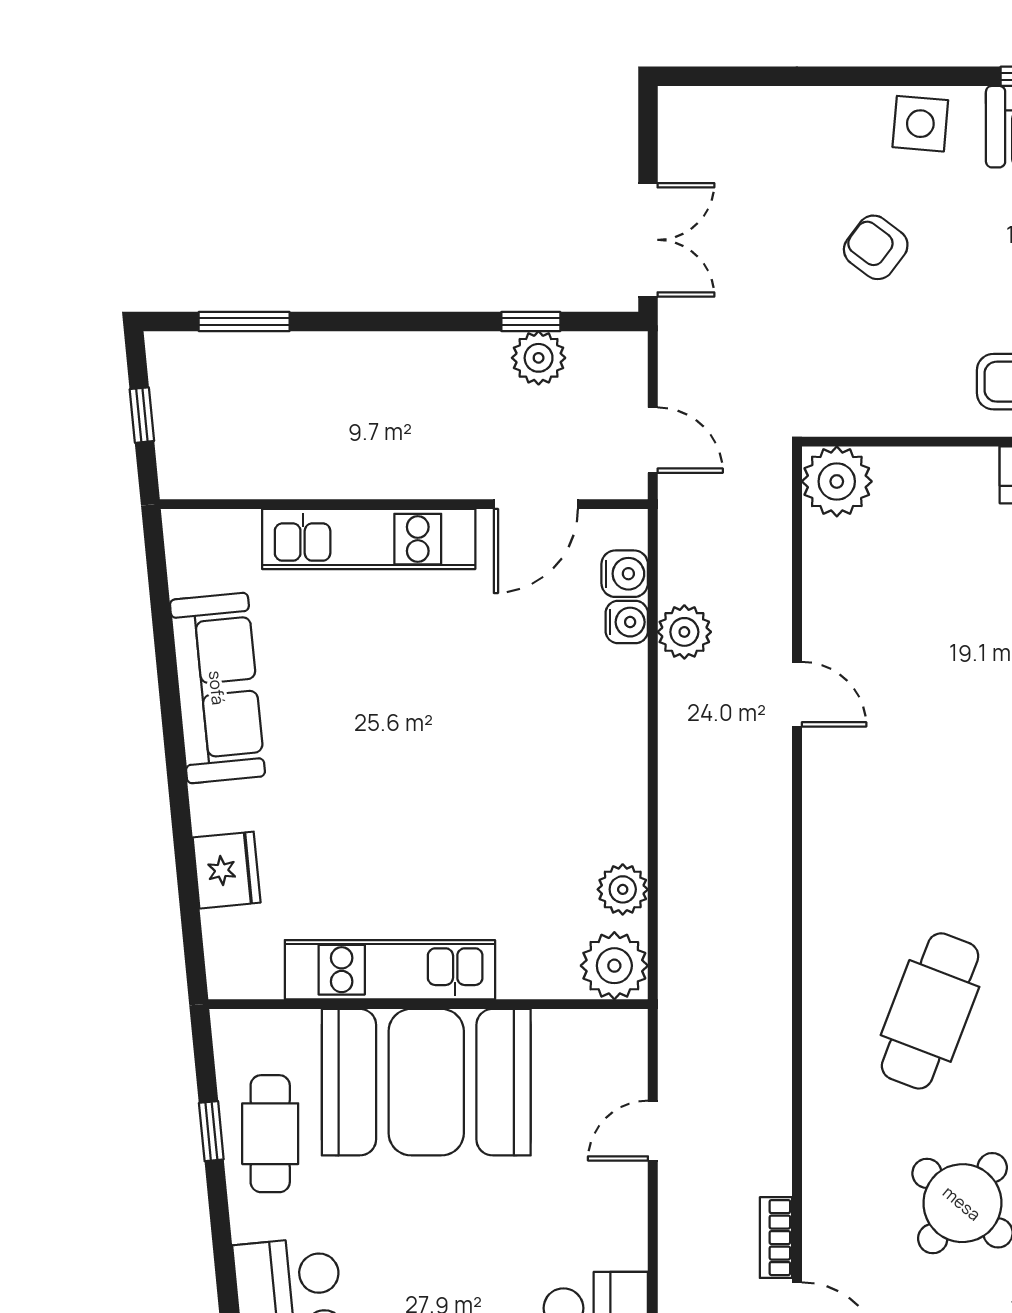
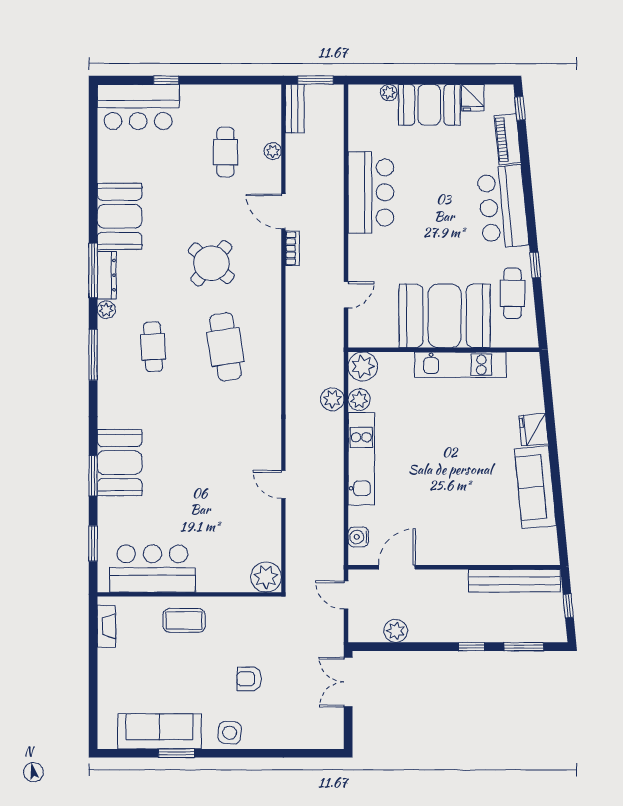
armchair: (876, 247) -> (249, 679), turned 143
window: (531, 321) -> (471, 647), moved
bench: (265, 473) -> (514, 581), added
kitchen unit: (369, 539) -> (361, 459), moved, turned 90
water cooler: (627, 622) -> (357, 516), removed
plant: (684, 632) -> (332, 399), moved
fridge: (227, 870) -> (534, 430), moved
cafe table: (930, 1011) -> (225, 347), turned -30
window: (211, 1131) -> (535, 265), moved

